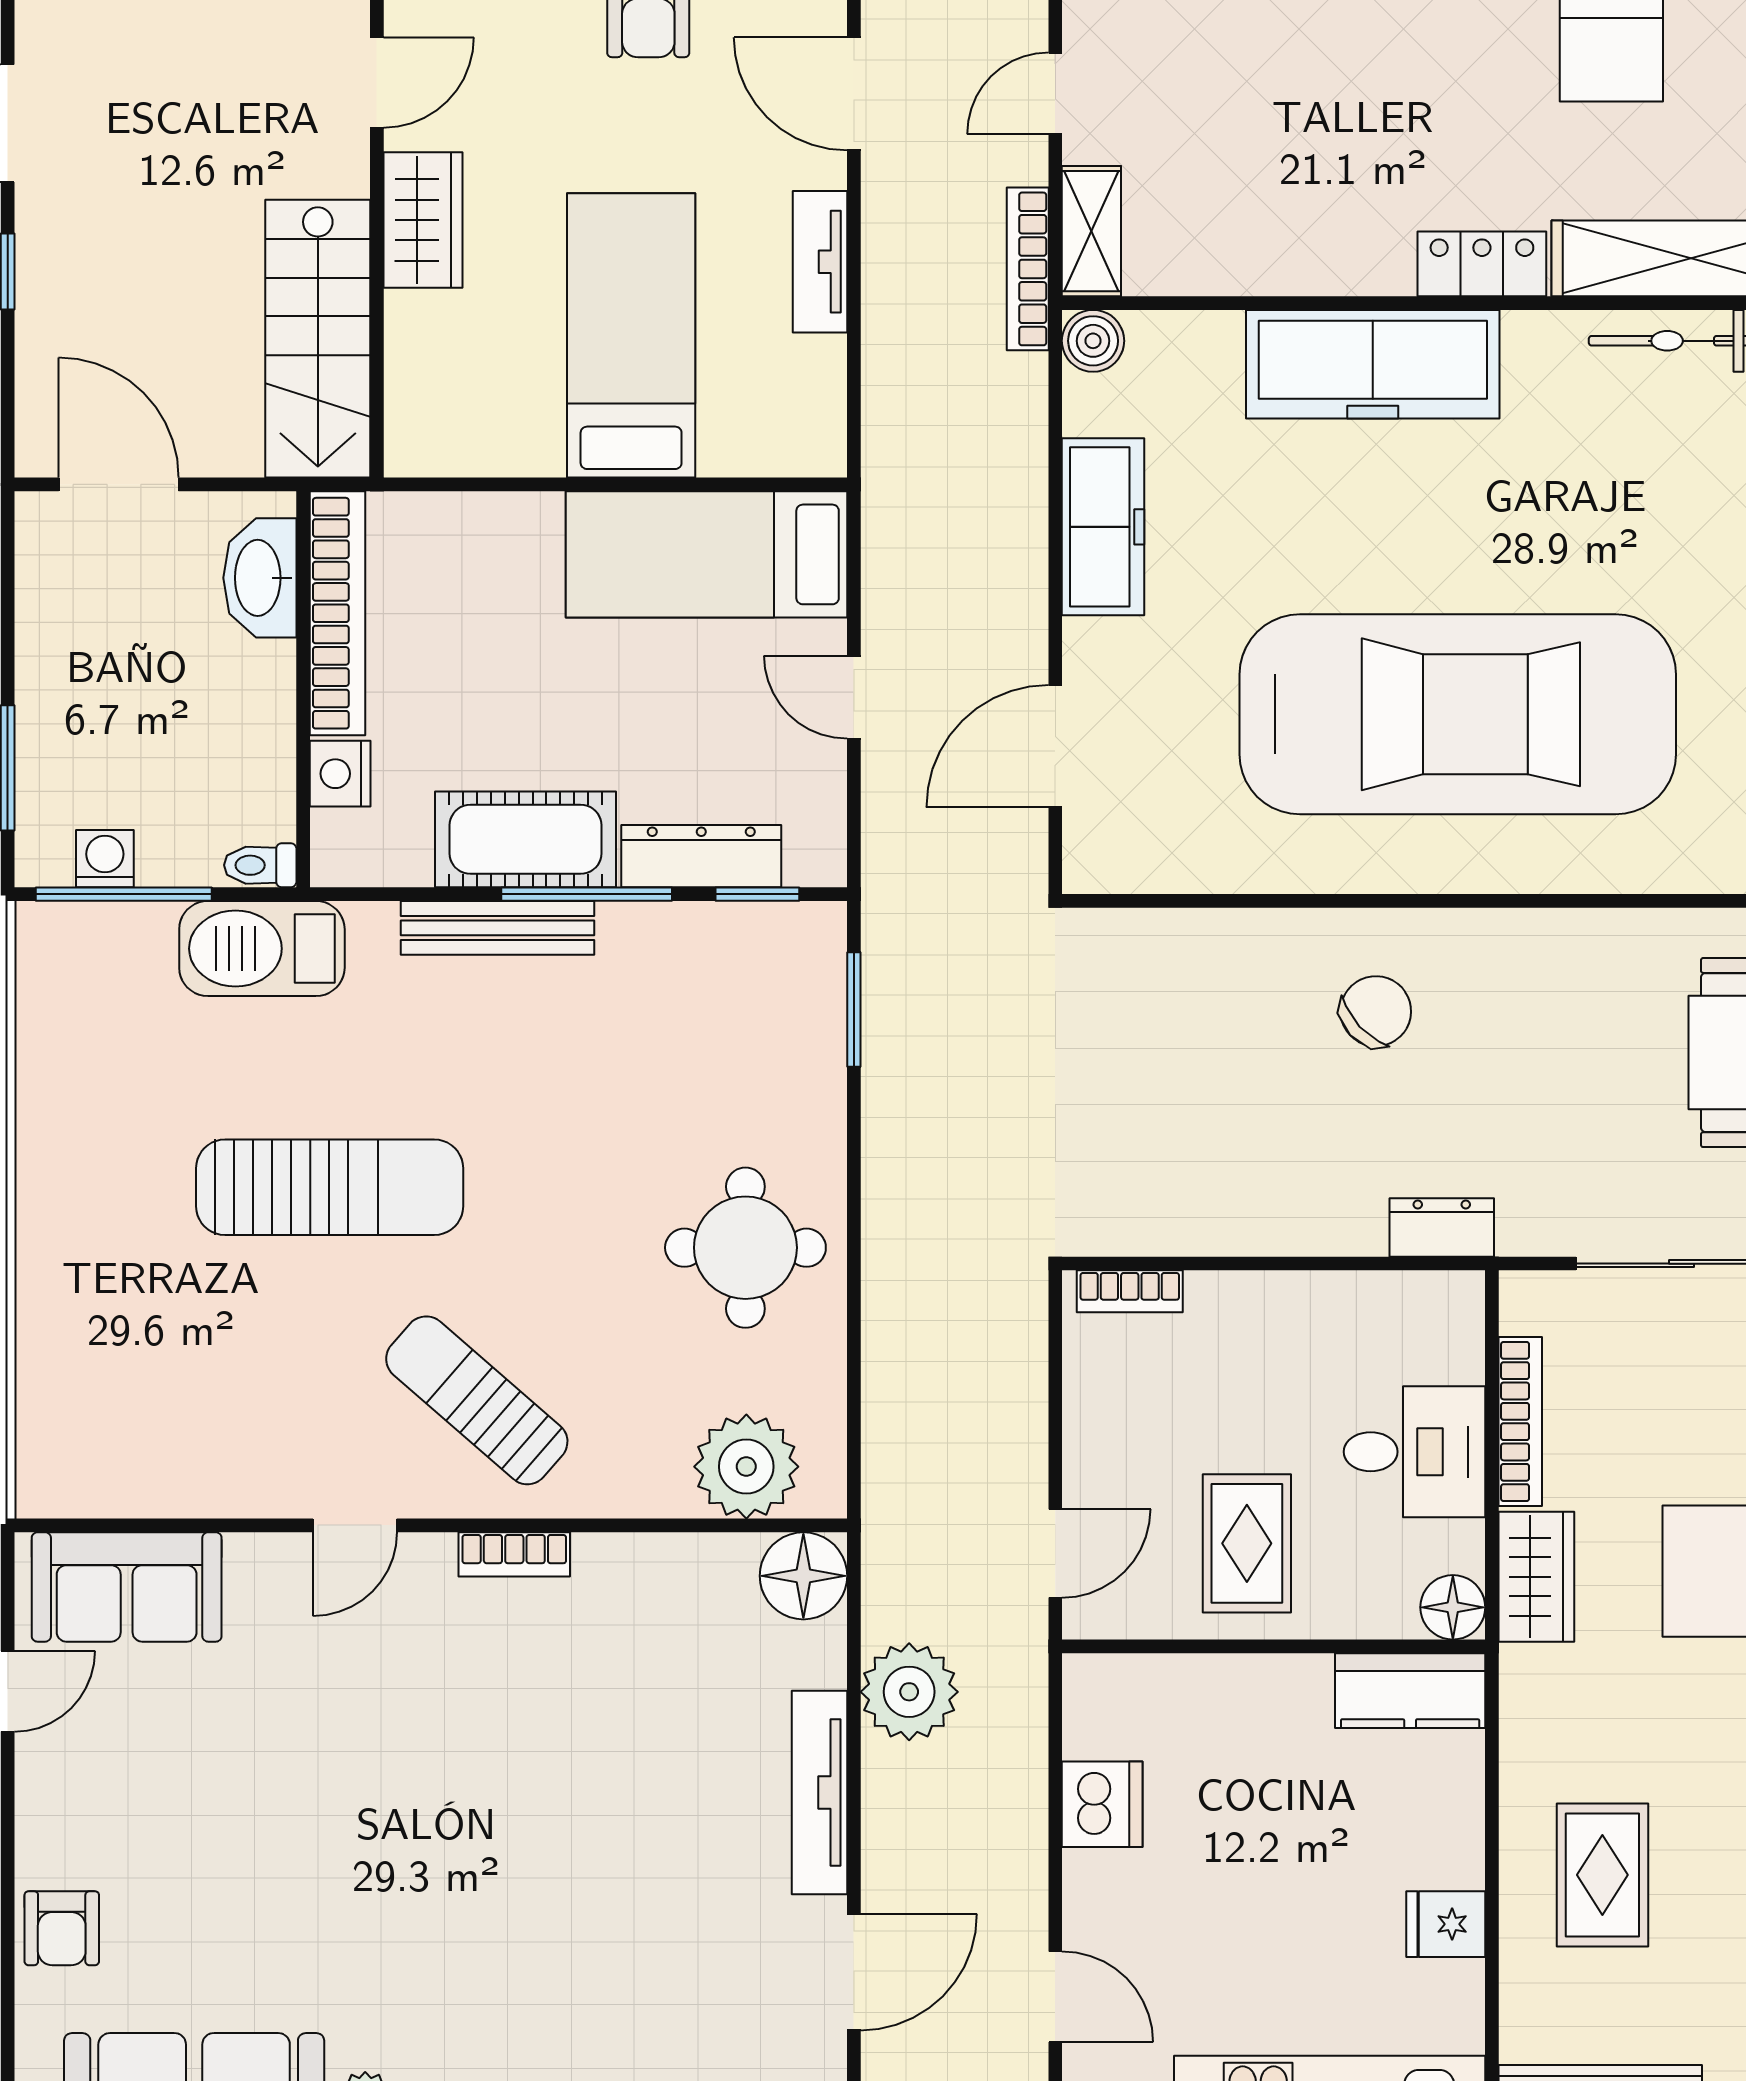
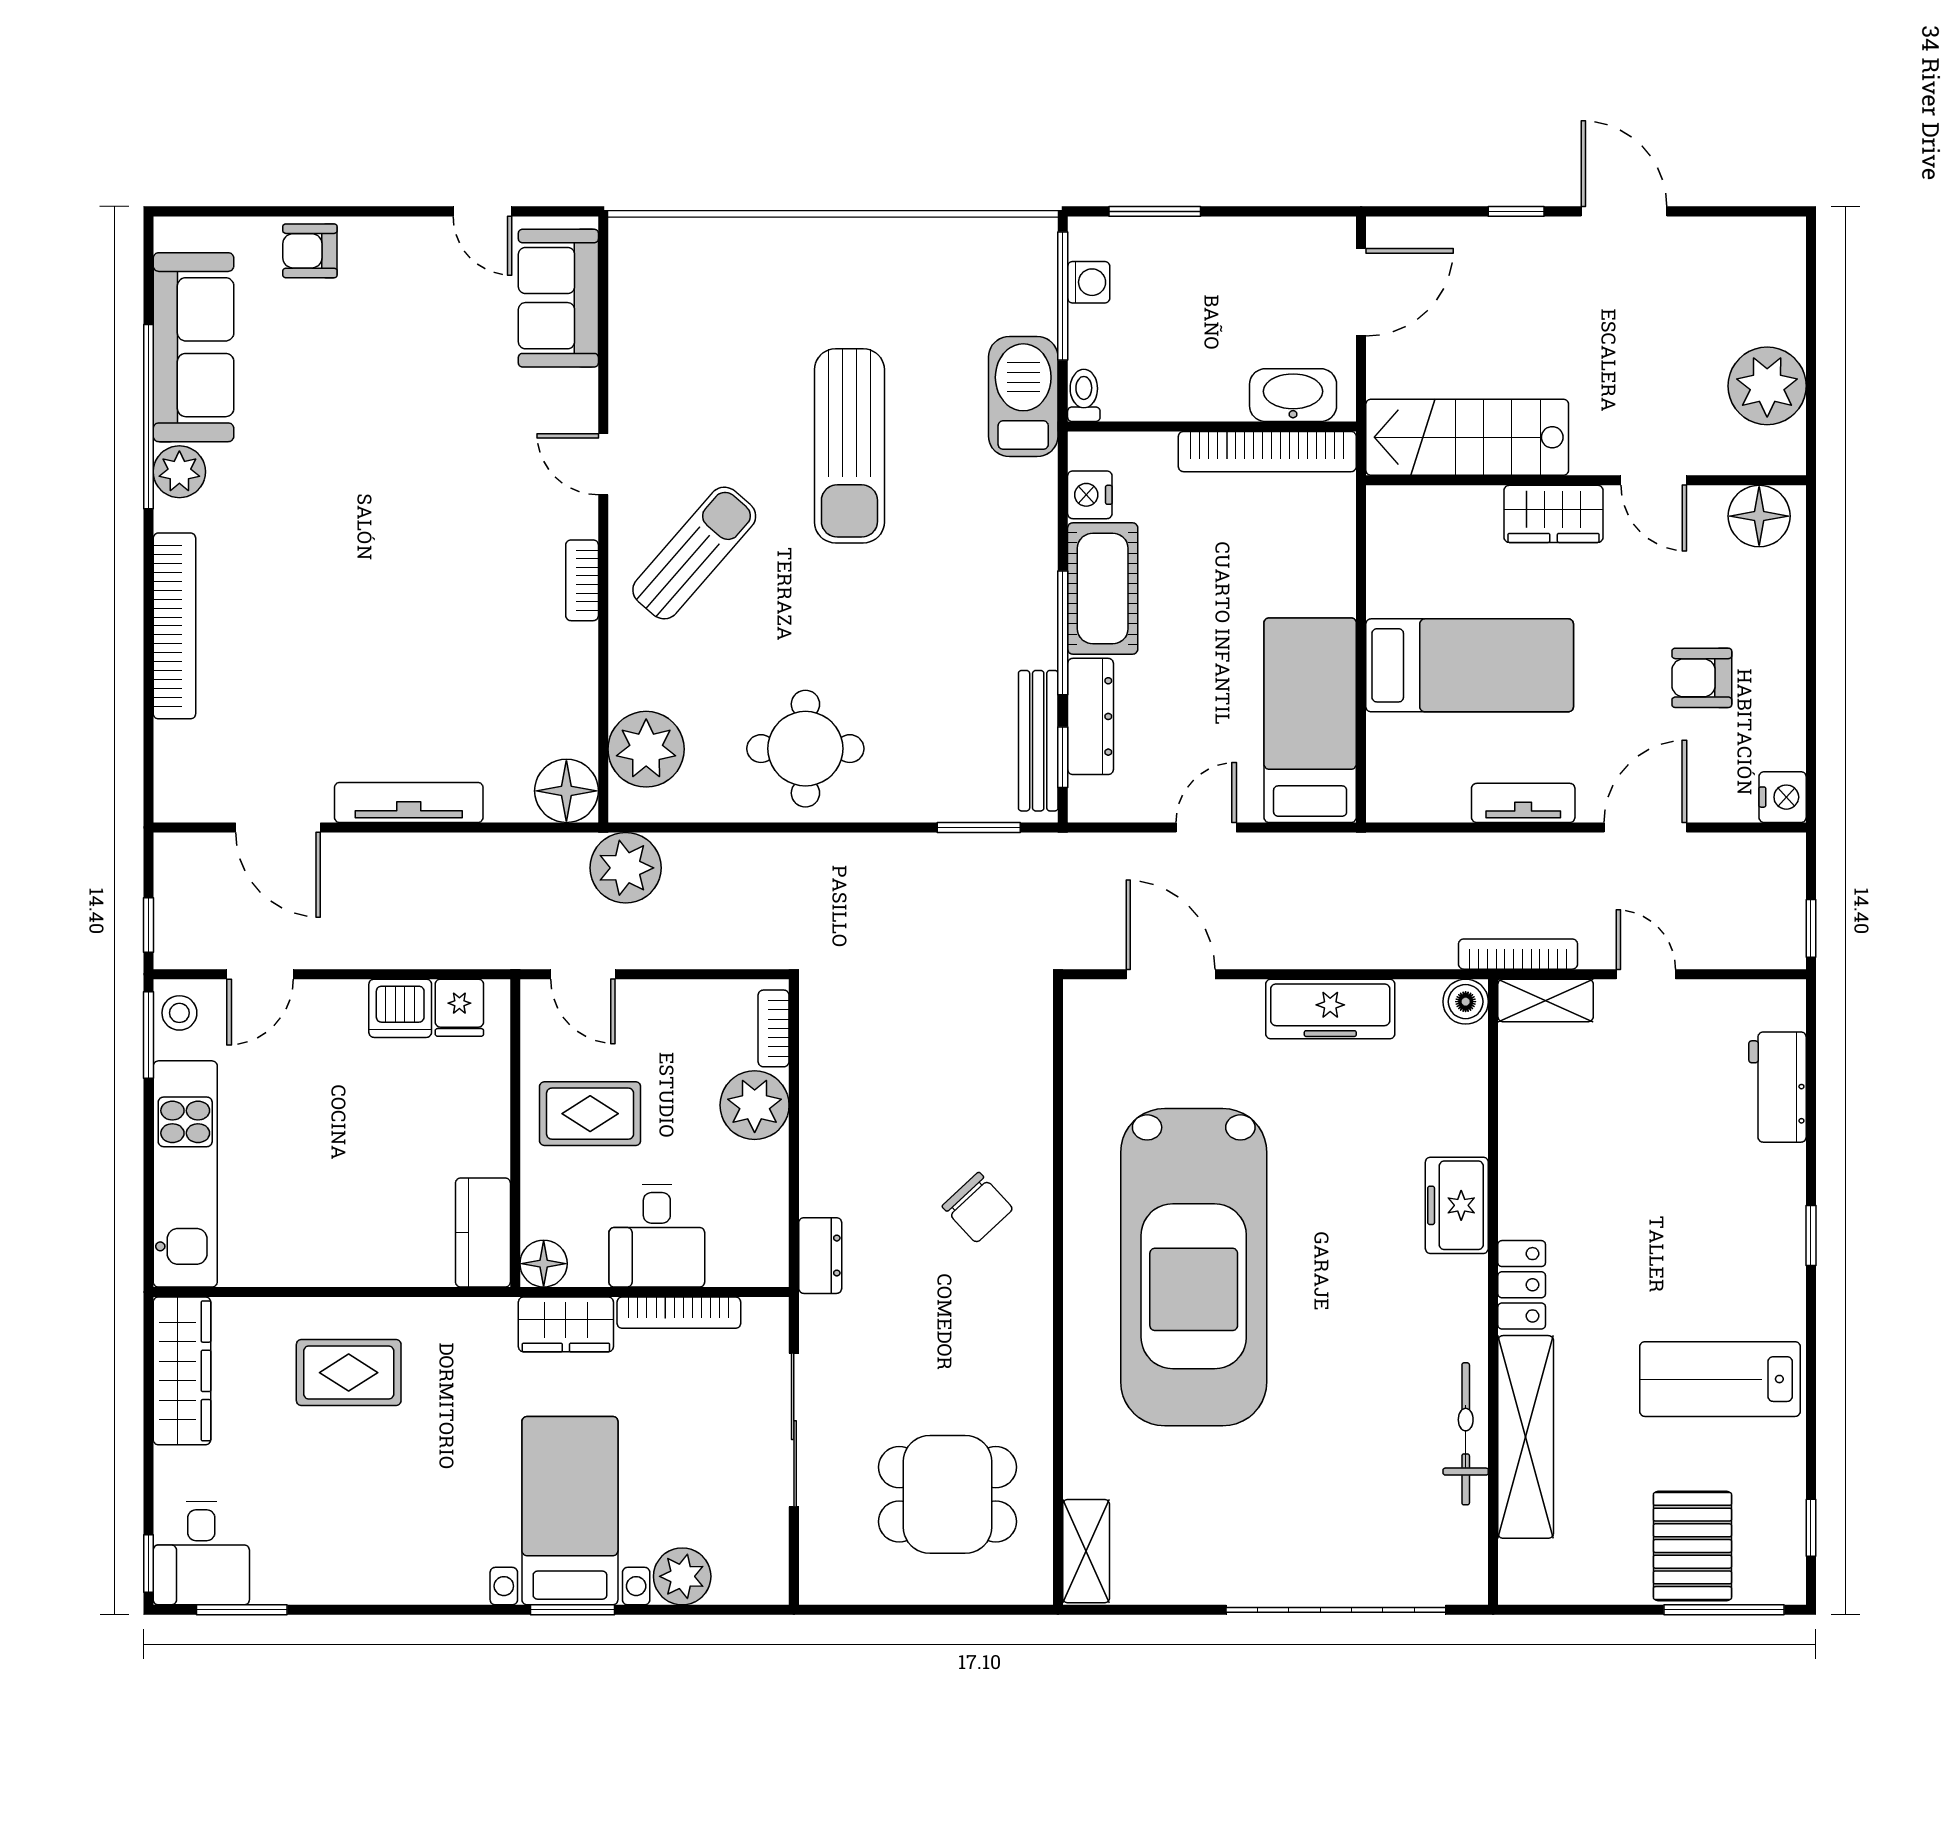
freezer: (1373, 364) -> (1457, 1205), width x0.52, depth x0.79
nightstand: (340, 774) -> (1090, 495), moved, turned -90
bench: (498, 928) -> (1038, 741), moved
plant: (1235, 1318) -> (755, 1105), added
plant: (909, 1692) -> (626, 868), moved
fridge: (1446, 1924) -> (459, 1008), moved, turned 180

